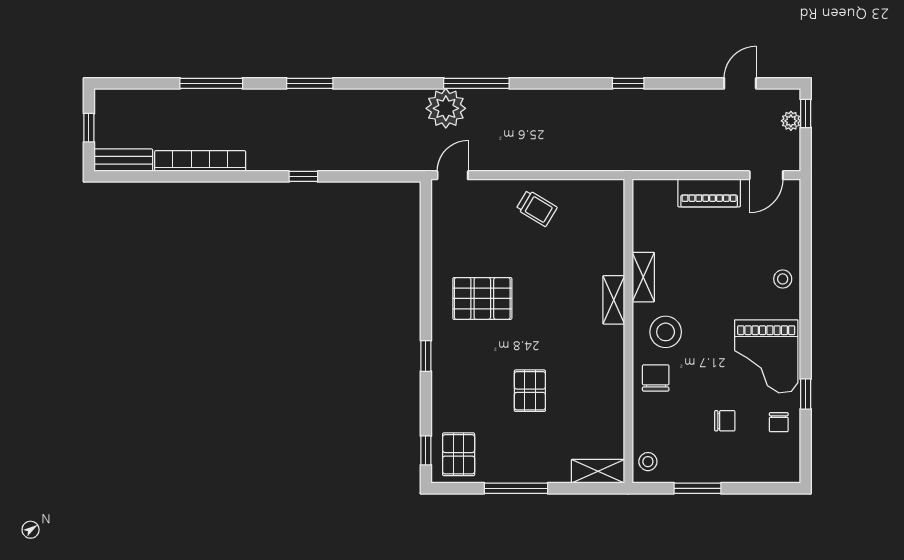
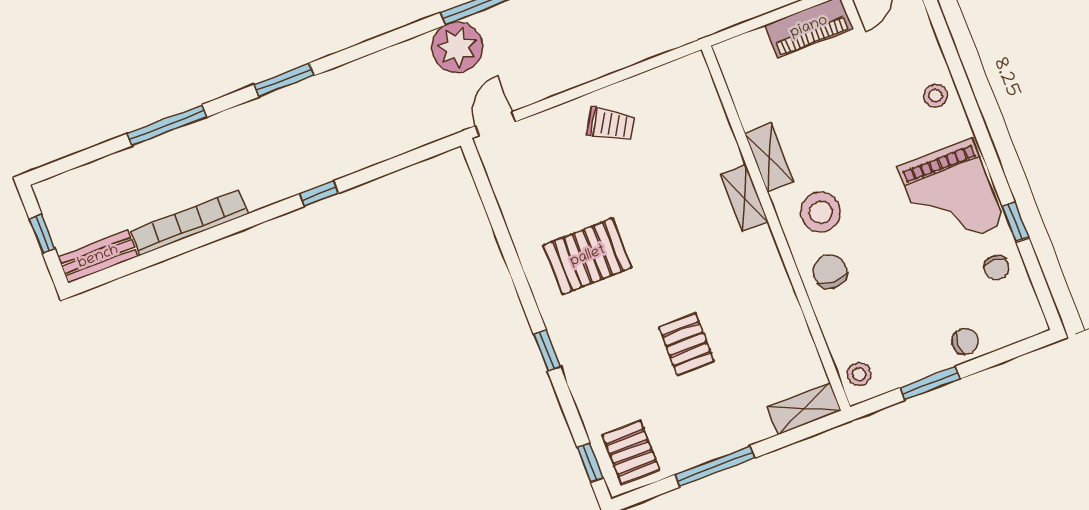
chair: (725, 421) -> (965, 341), moved

